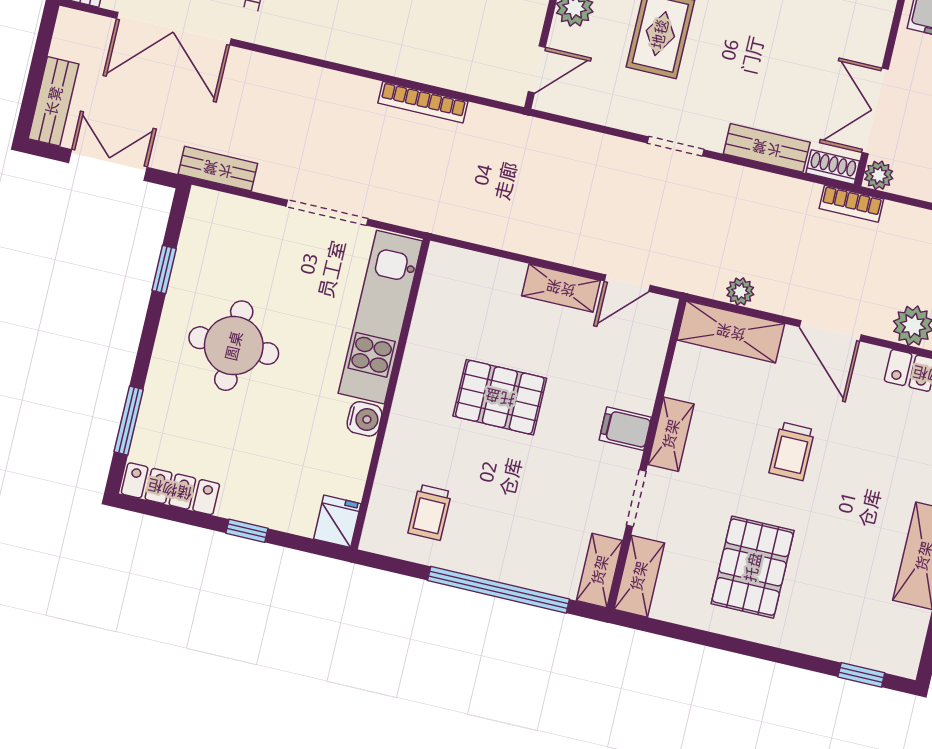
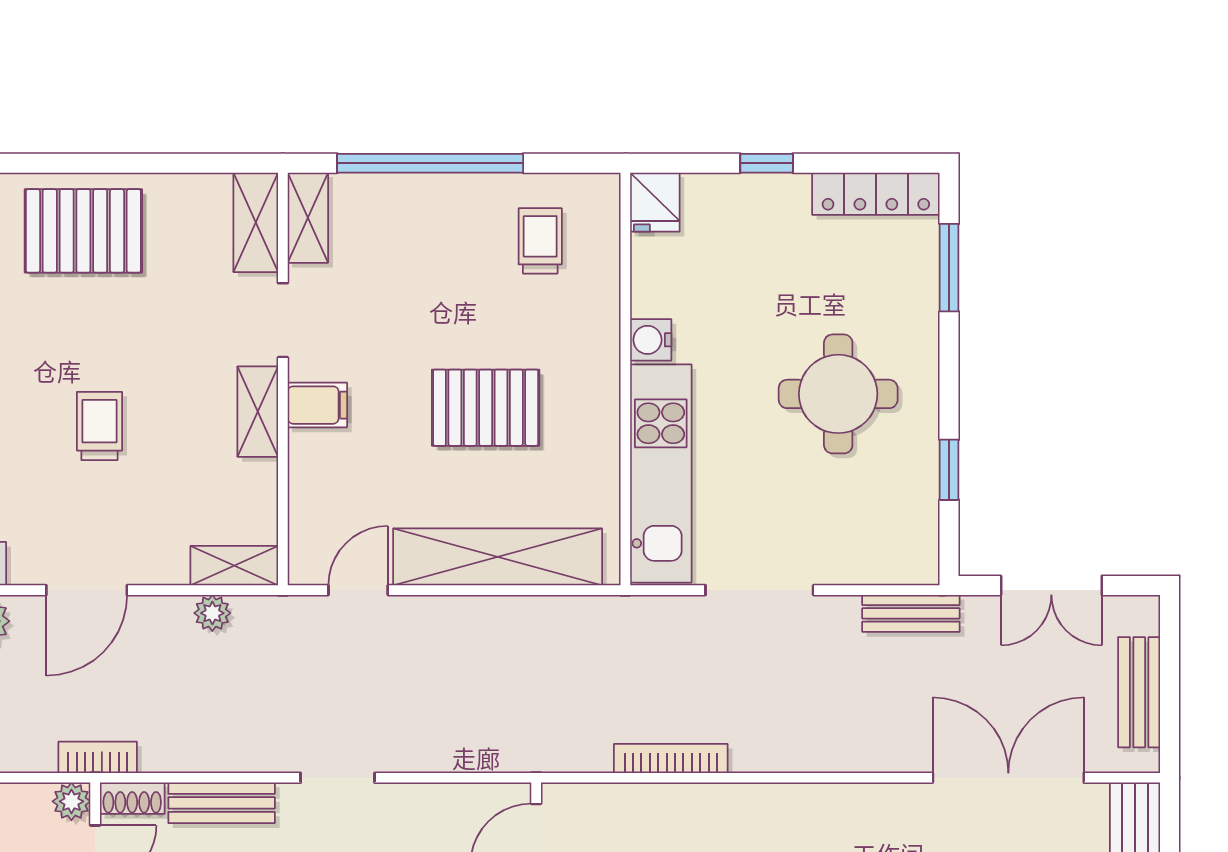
bench: (54, 101) -> (1139, 692), moved
shelving: (561, 288) -> (498, 557), width x2.20, depth x1.33
door: (830, 331) -> (87, 590), swing flipped
shelving: (731, 332) -> (234, 566), width x0.67, depth x0.75
pallet: (753, 567) -> (83, 231), moved, turned 90

